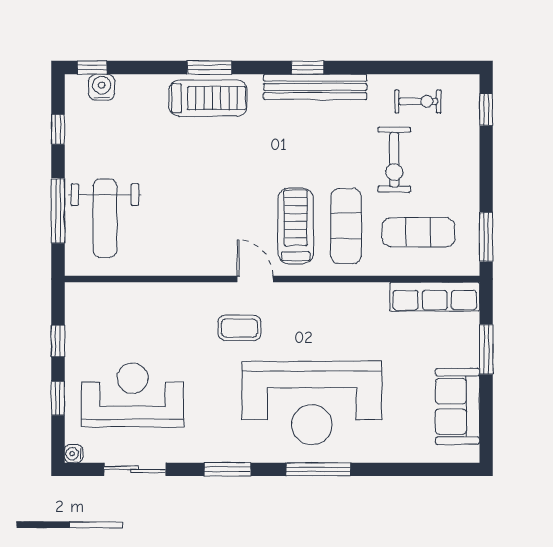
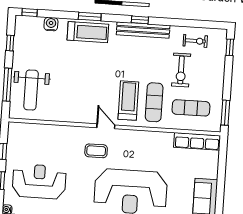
water cooler: (102, 87) -> (51, 24), moved
window: (486, 349) -> (222, 170), removed

